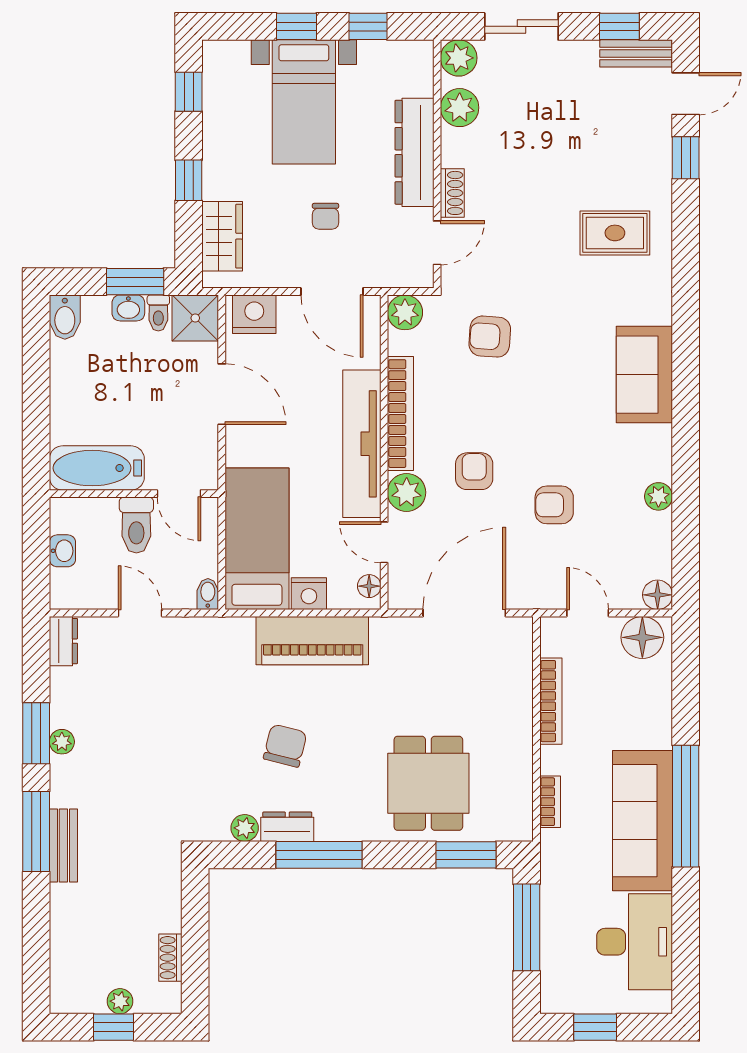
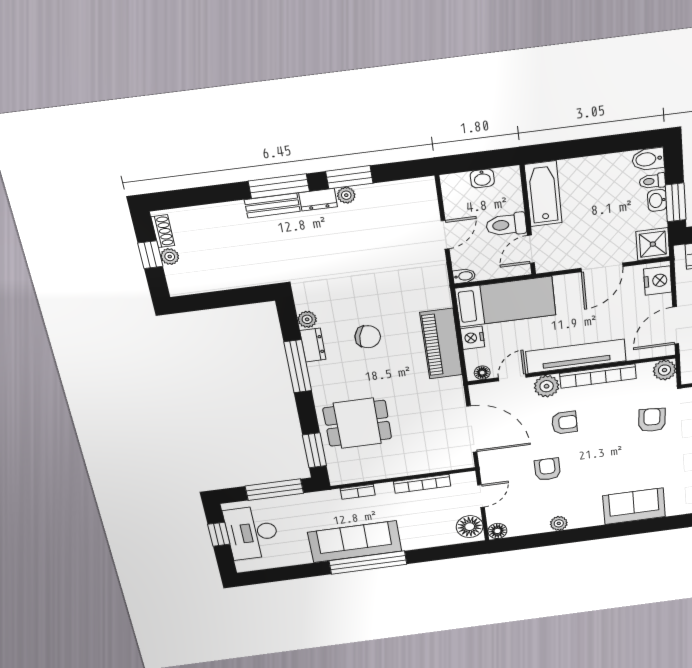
toilet: (158, 313) -> (652, 181), moved
dresser: (63, 641) -> (318, 200), moved
desk: (635, 942) -> (252, 533), moved, turned 90
shoe rack: (170, 958) -> (163, 231), moved, turned 90

